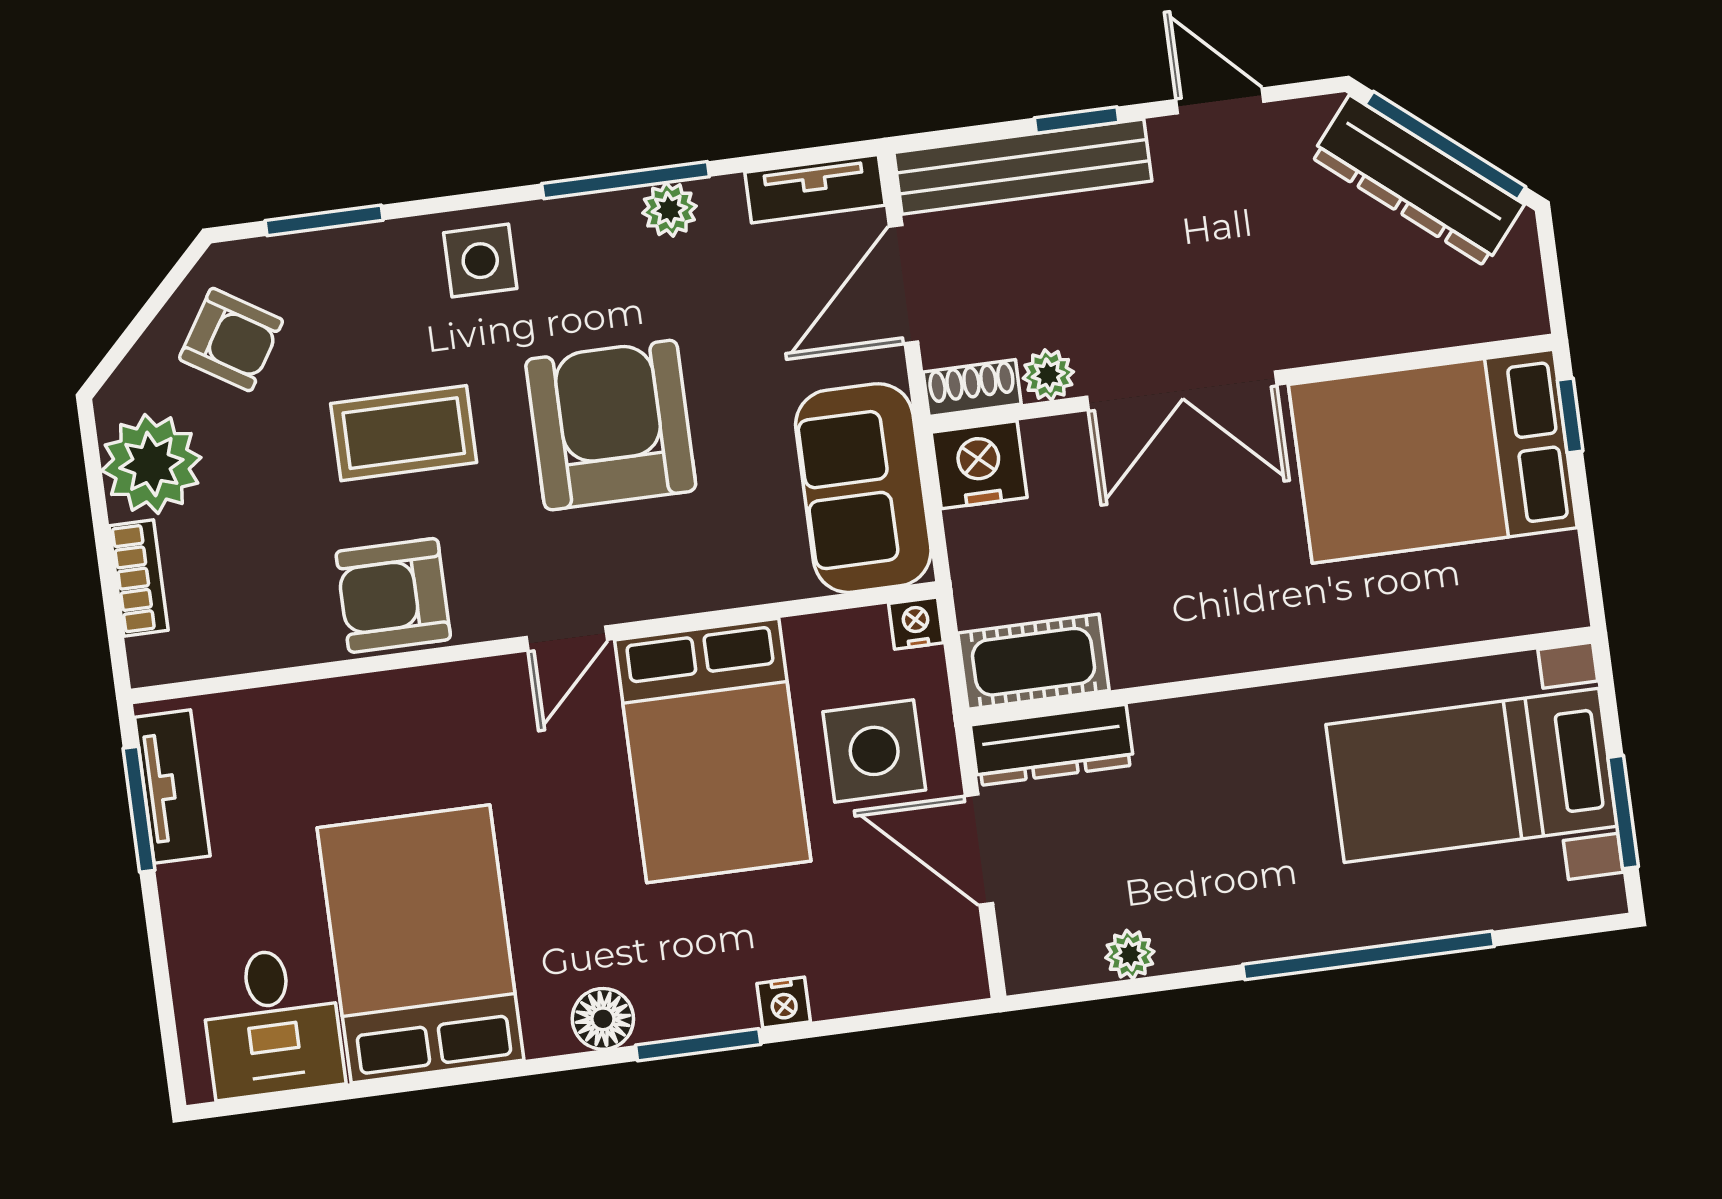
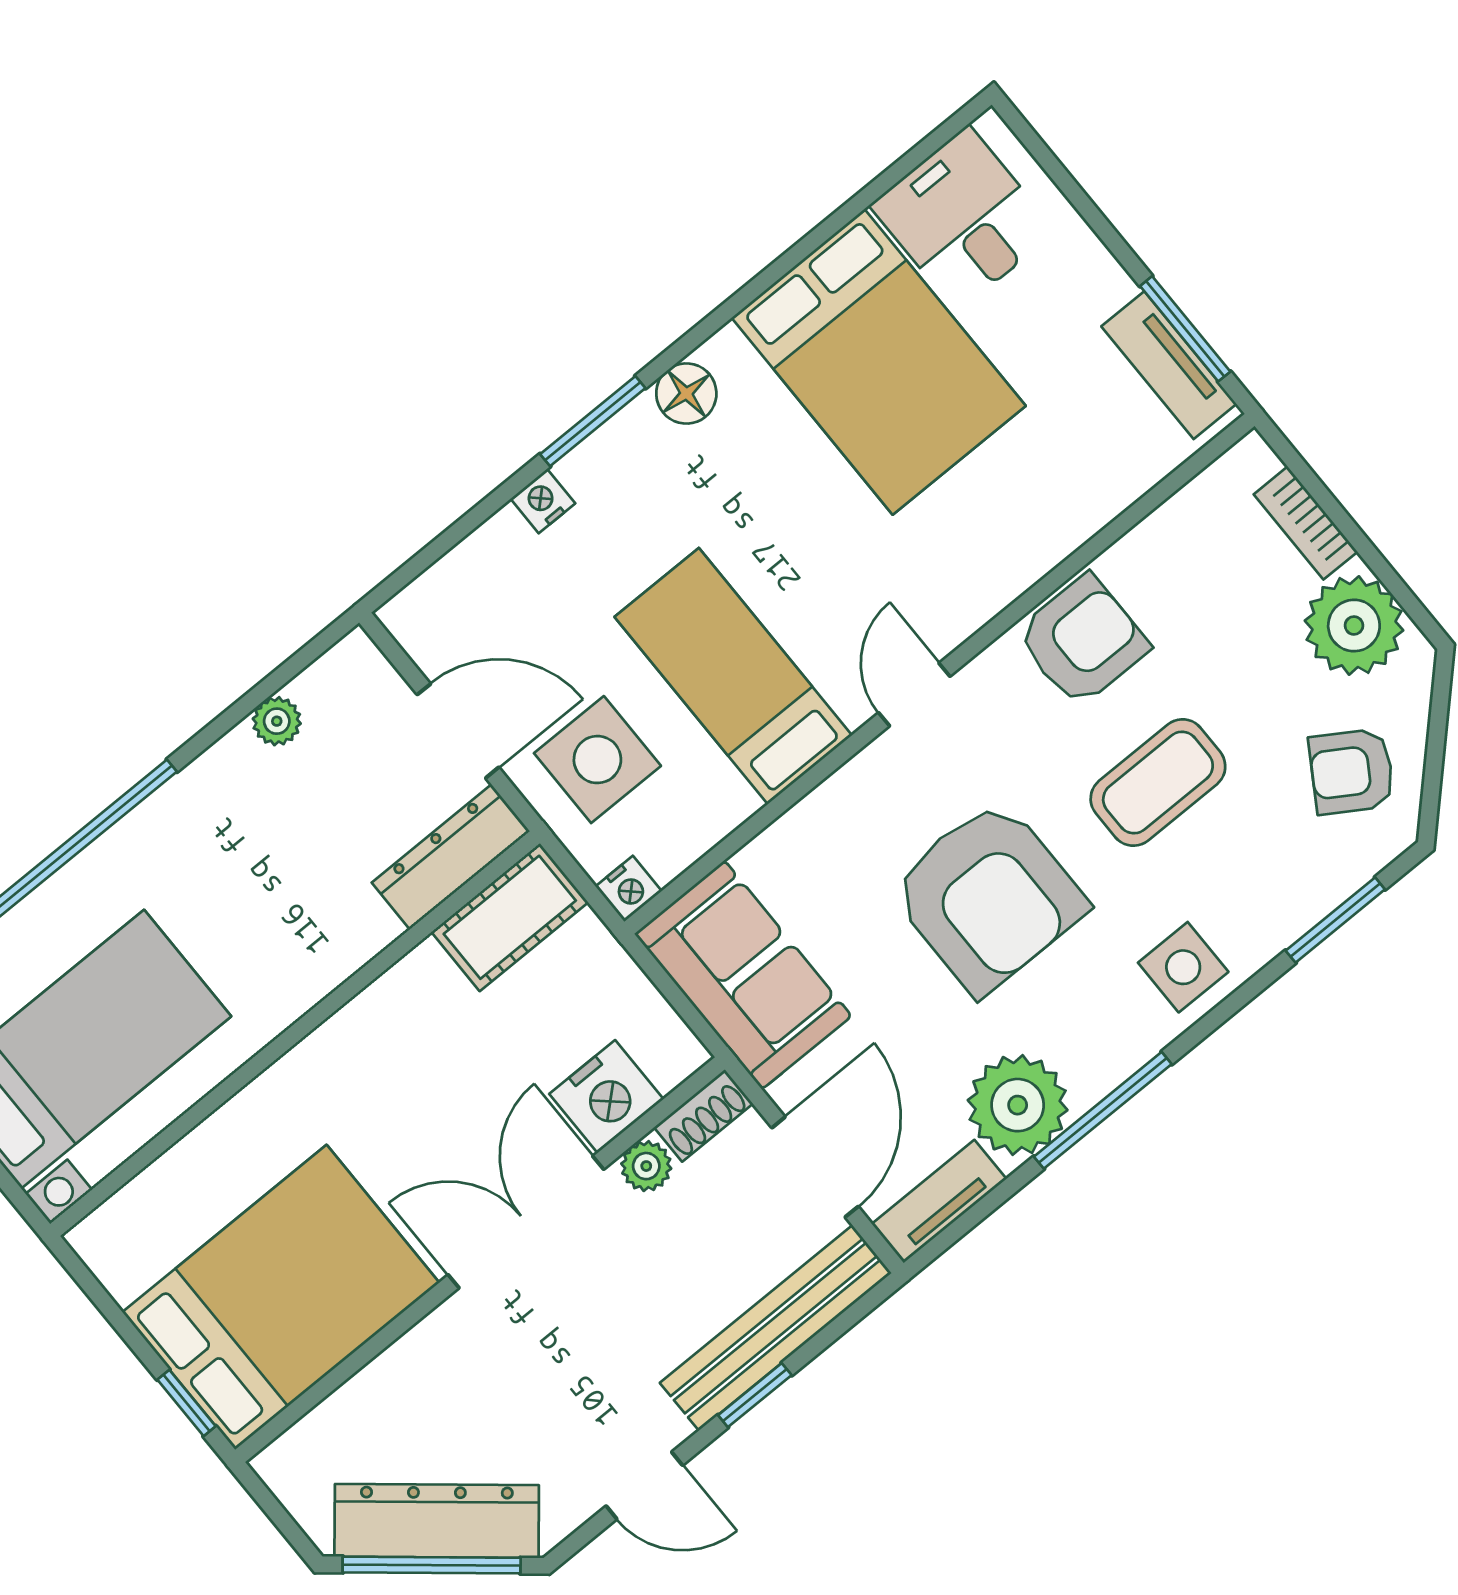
plant: (669, 210) -> (1018, 1105), width x1.88, depth x1.88
nightstand: (979, 465) -> (606, 1097), moved
bed: (713, 751) -> (733, 676), width x0.67

